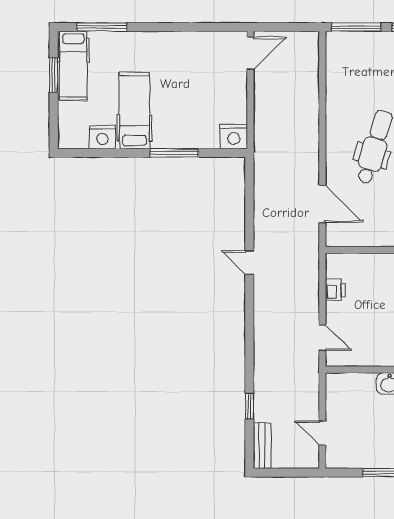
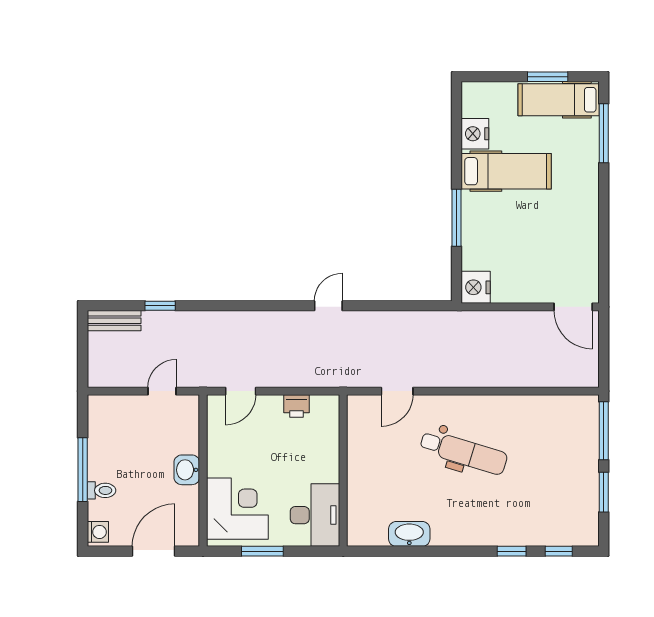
door: (322, 204) -> (397, 391), width x0.73
door: (322, 433) -> (162, 391), moved

